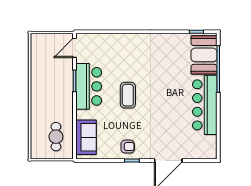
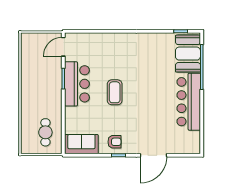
sofa: (86, 137) -> (81, 144), moved, turned -90

